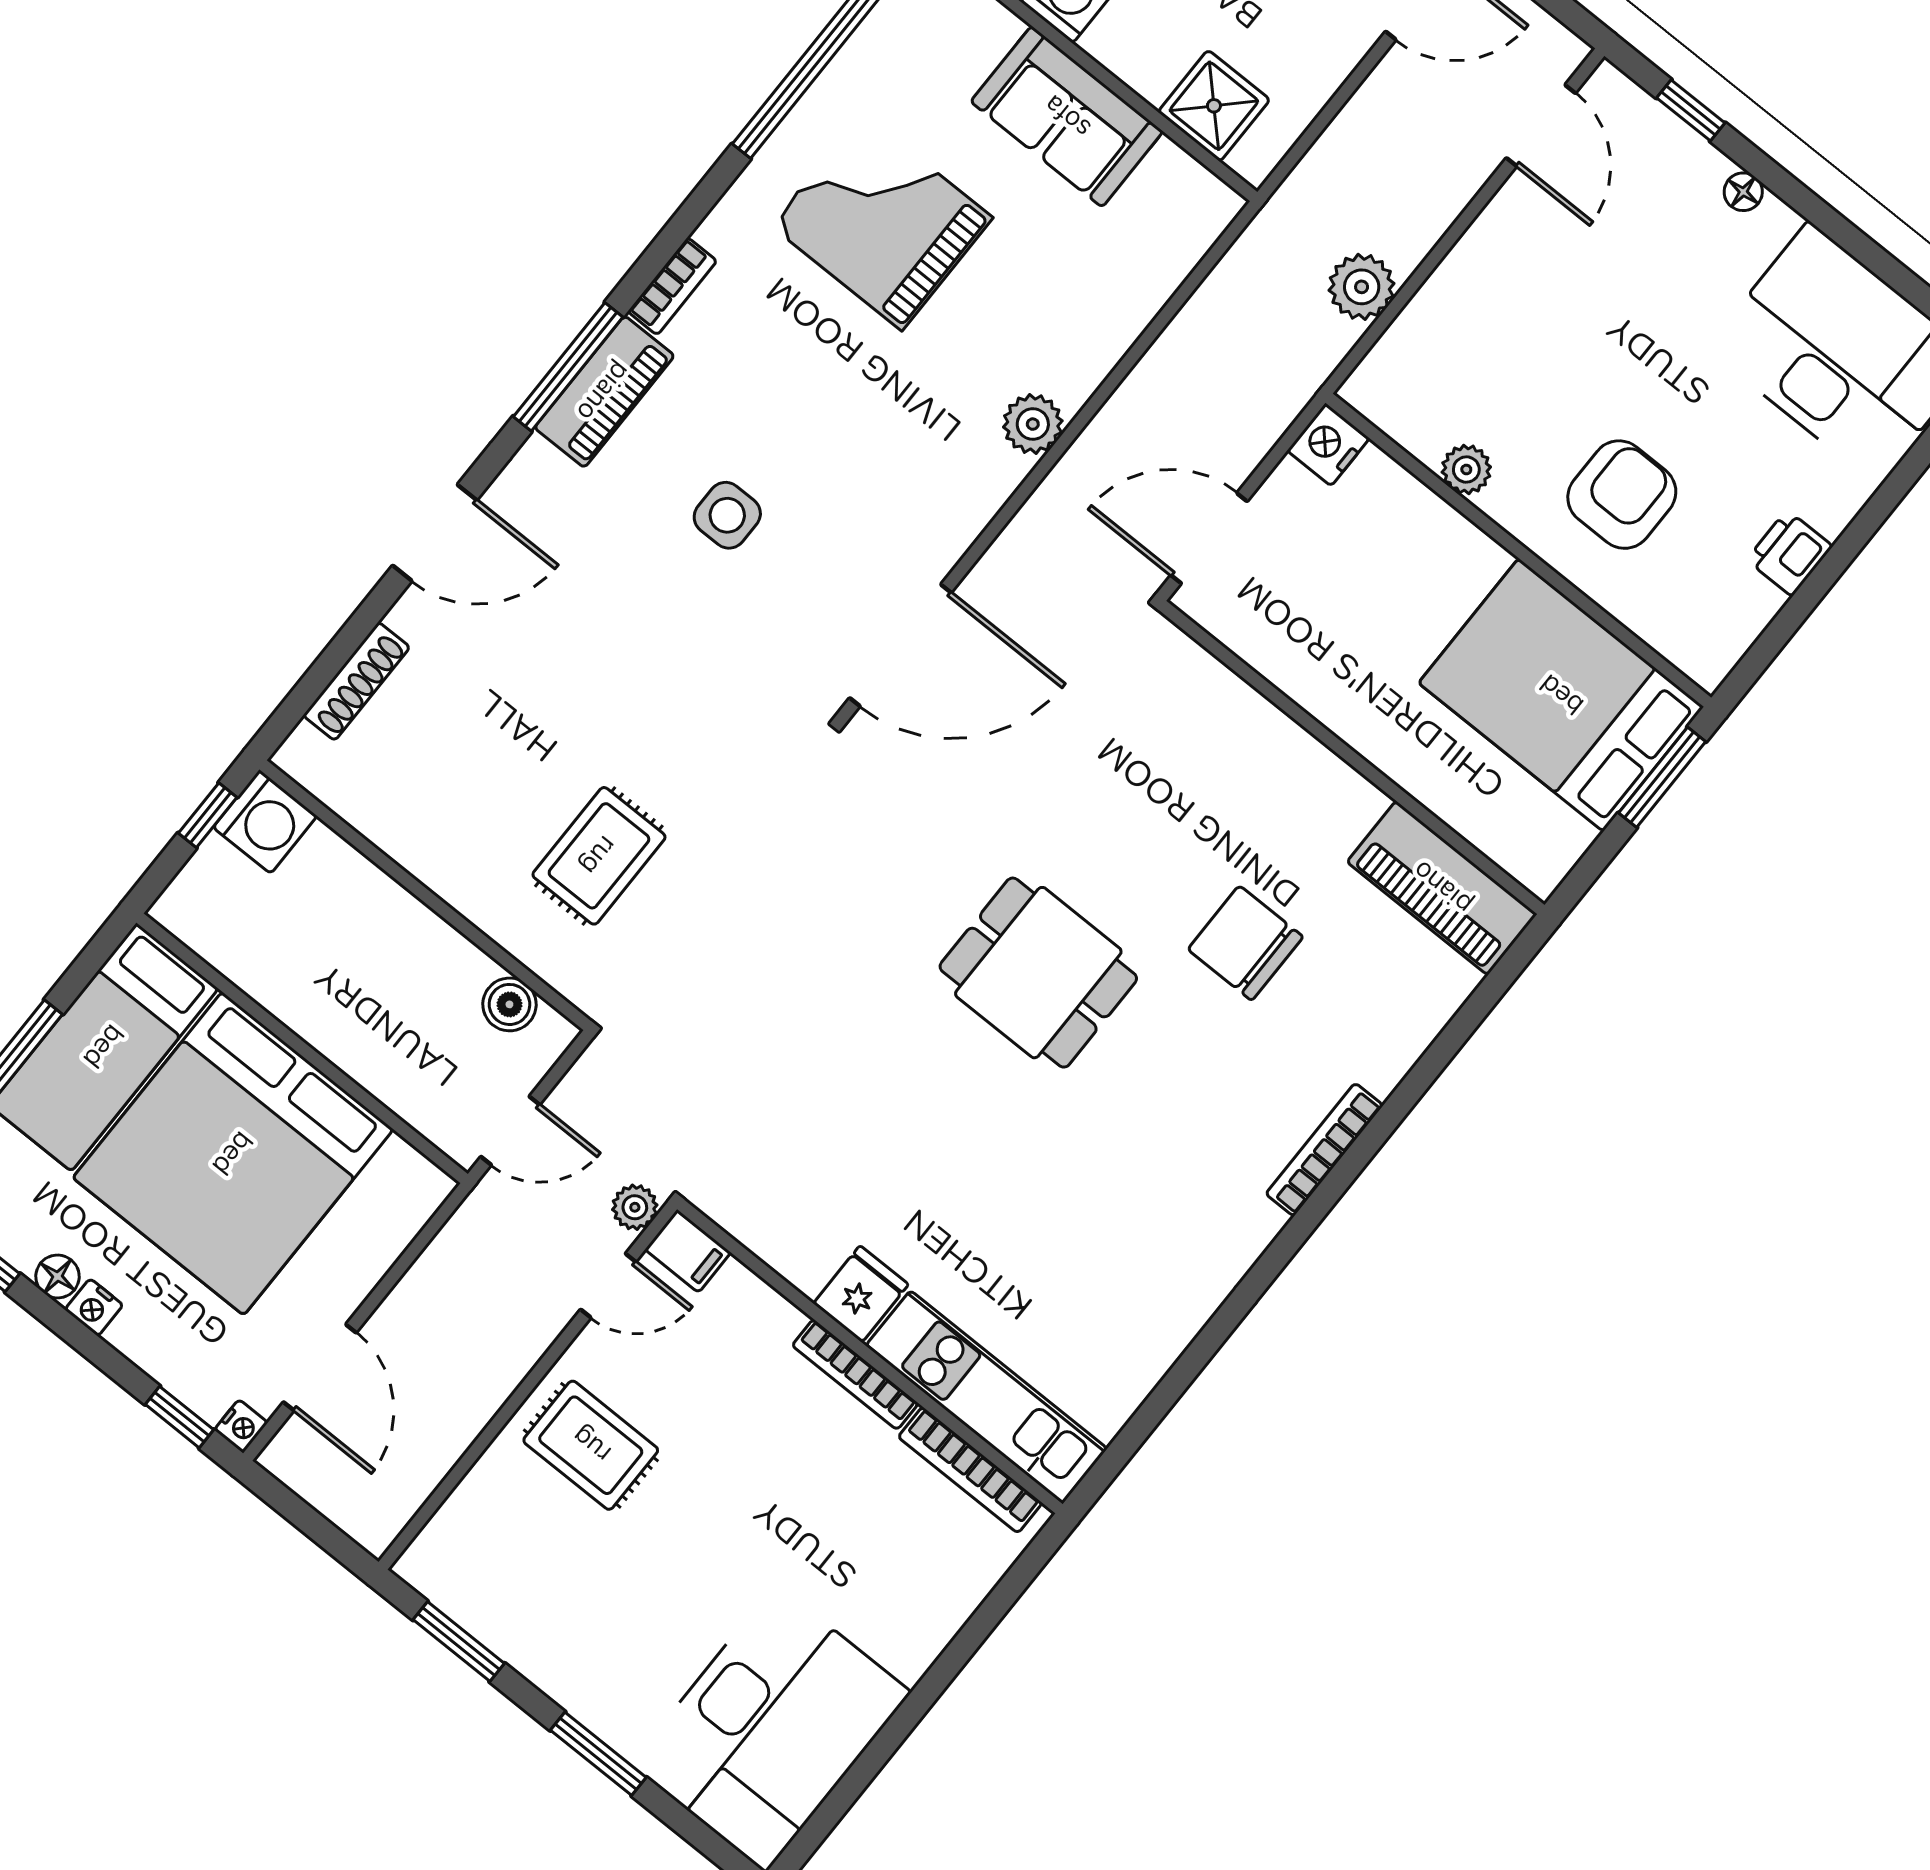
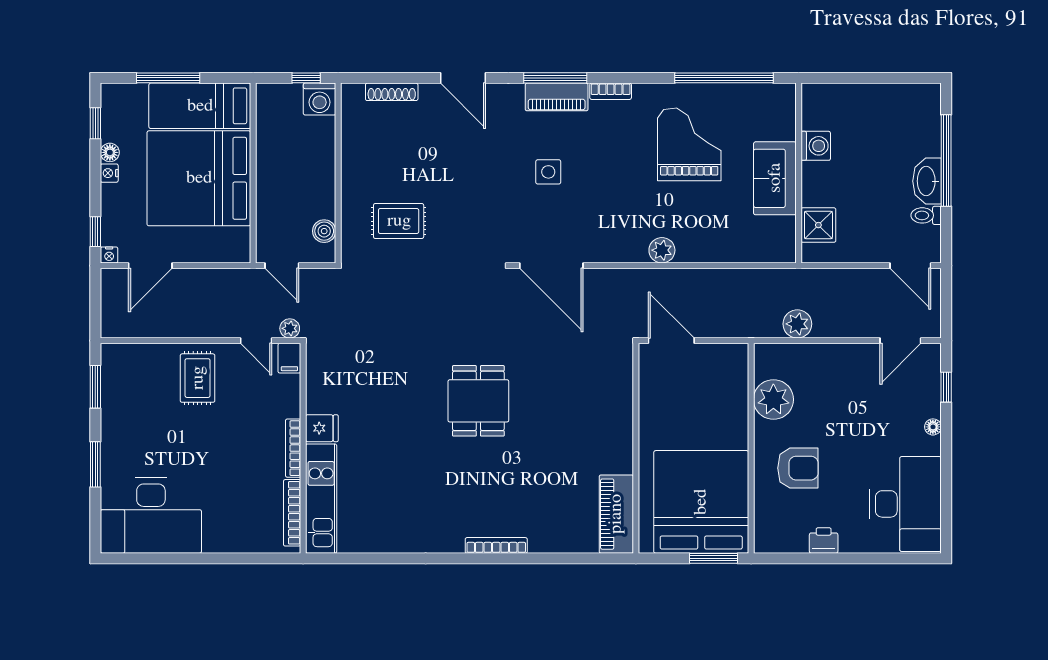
nightstand: (1328, 445) -> (735, 355), removed
plant: (1466, 470) -> (773, 400), width x1.87, depth x1.87
bed: (1561, 695) -> (701, 502), width x1.36
chair: (1245, 943) -> (544, 463), removed

